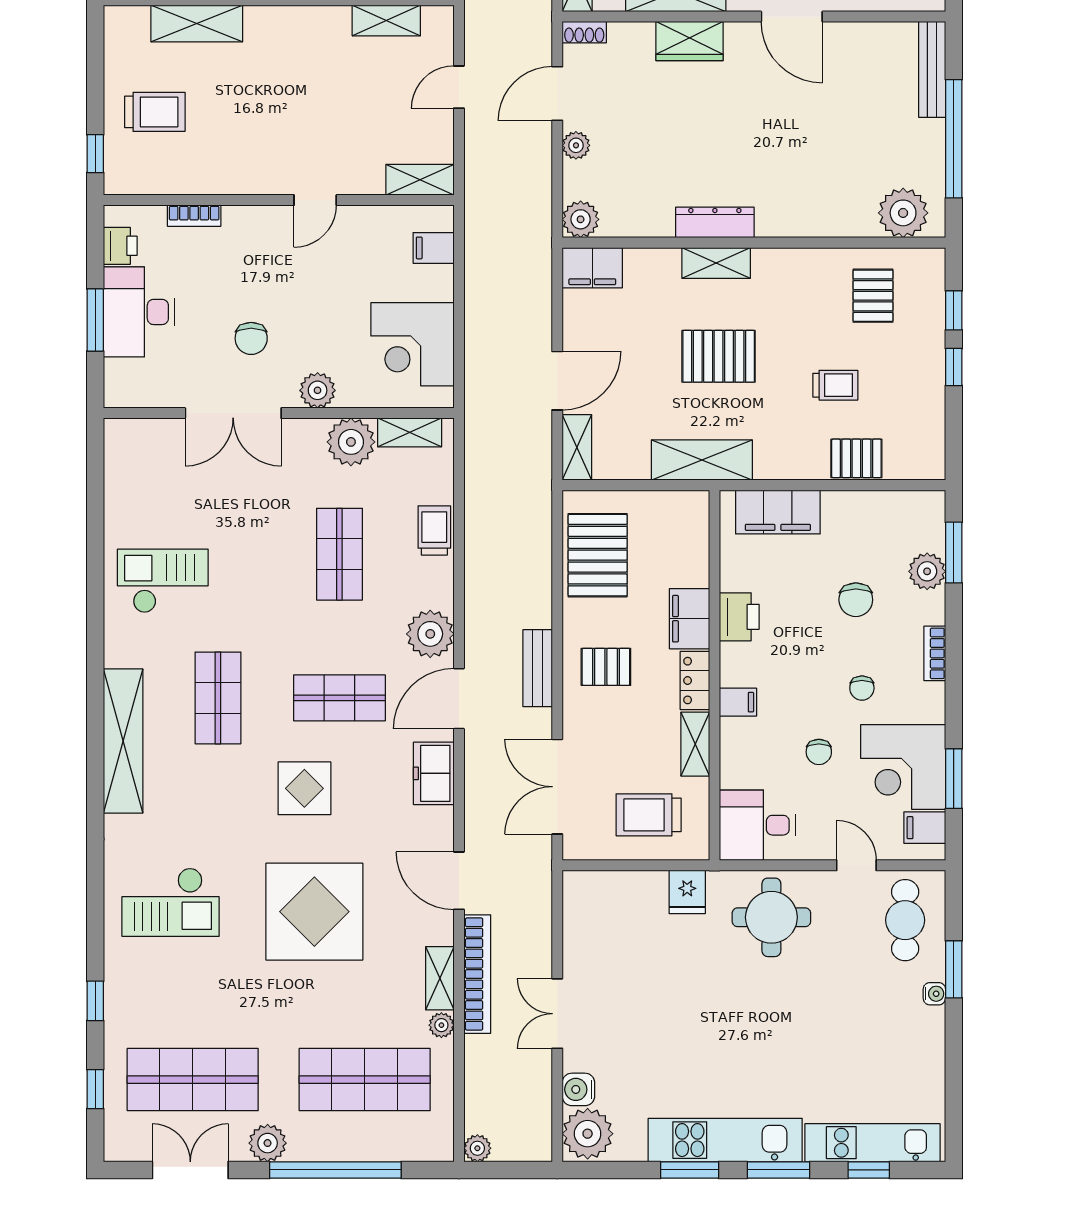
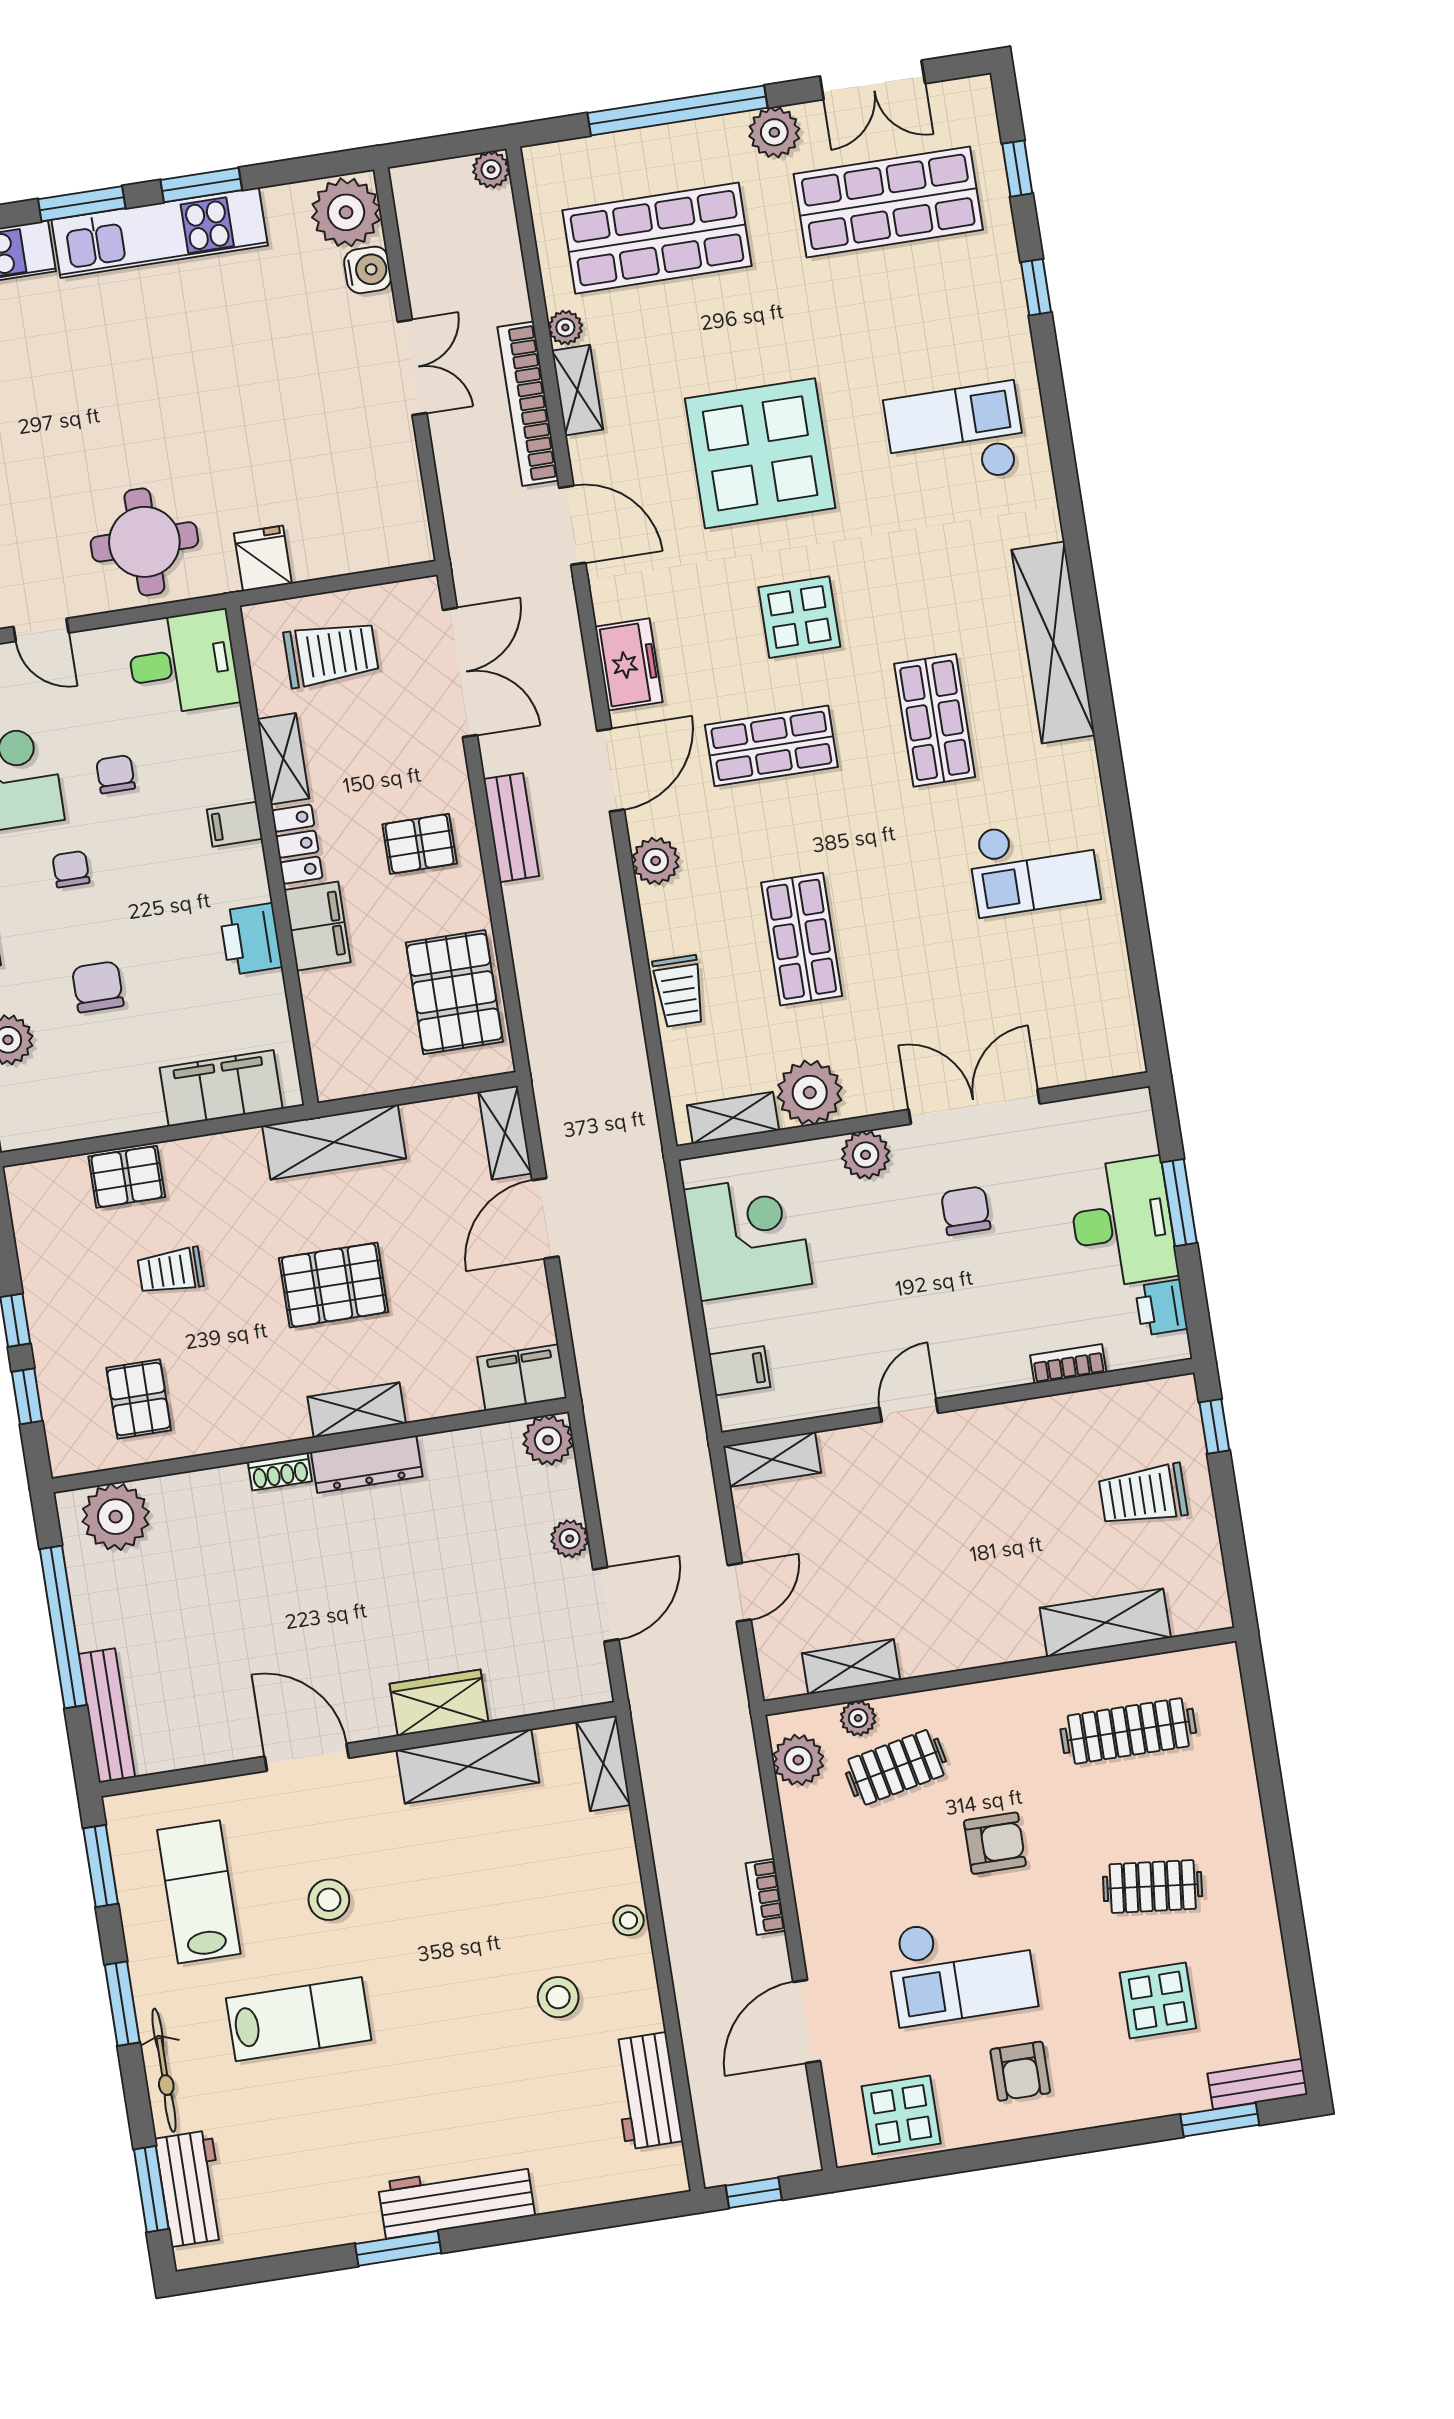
shoe rack: (584, 32) -> (280, 1472), moved, turned 180
plant: (430, 634) -> (656, 861), width x0.73, depth x0.73

